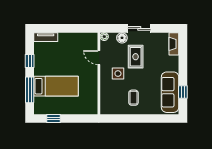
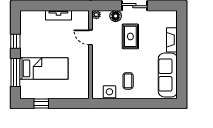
tv unit: (46, 37) -> (58, 15), moved
fireplace: (174, 44) -> (172, 40), moved
side table: (118, 74) -> (109, 92), moved
window: (183, 92) -> (182, 75), removed

